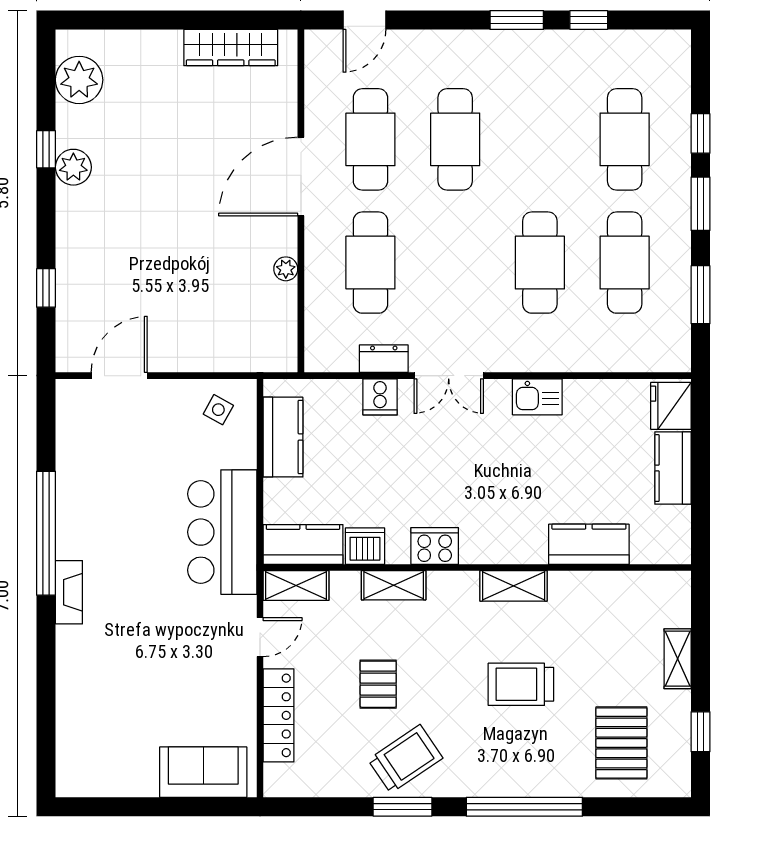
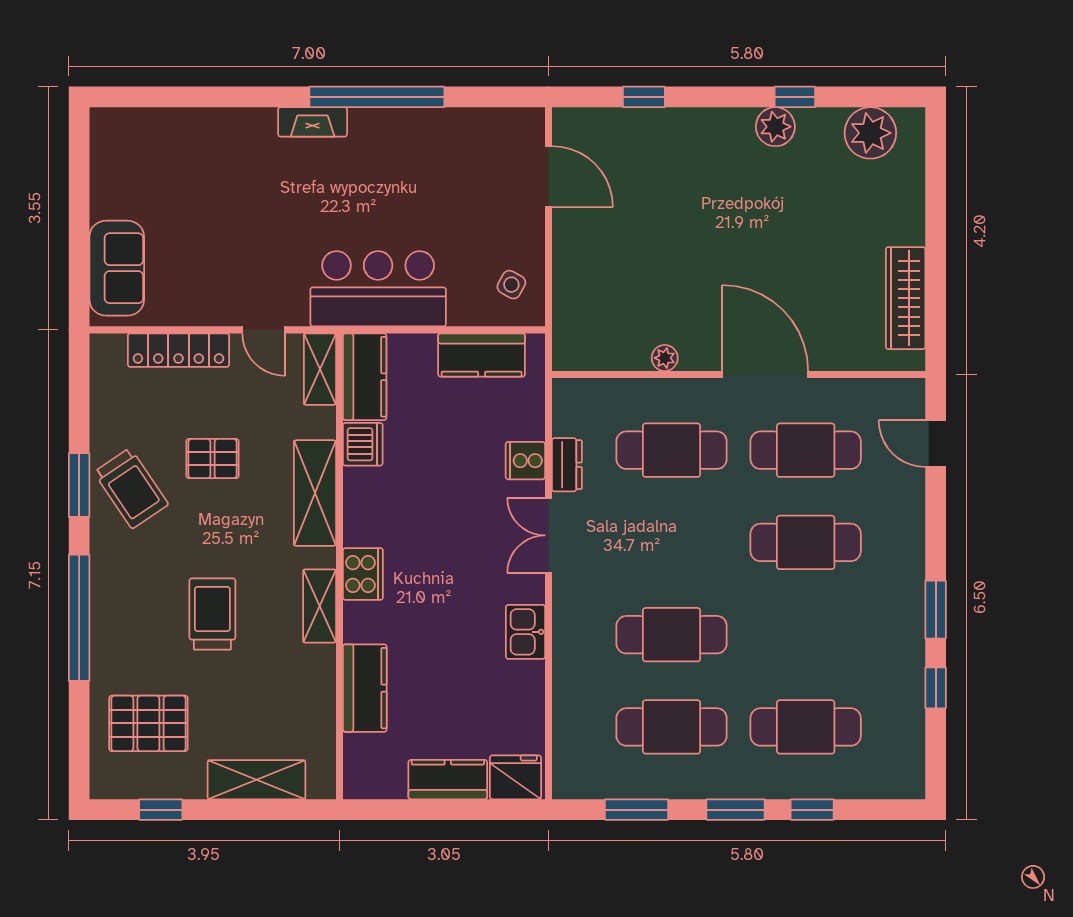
cooker: (435, 546) -> (363, 574), moved
shelving: (394, 585) -> (315, 493), width x1.50, depth x1.33
shelving: (678, 659) -> (257, 780), width x1.50, depth x1.33

